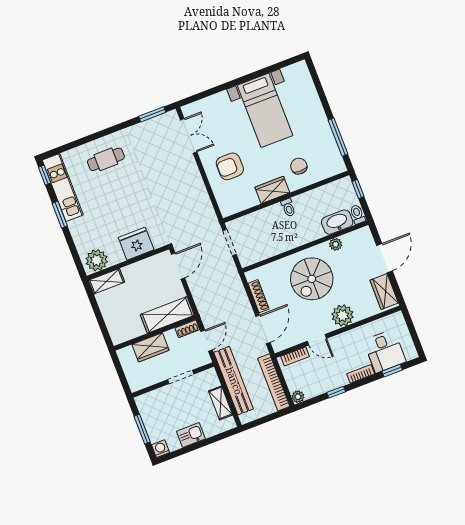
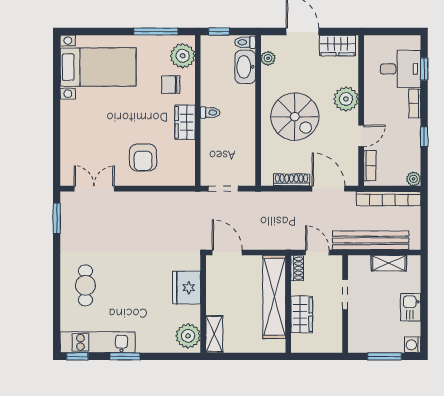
bed with nightstands: (265, 110) -> (98, 67), moved
plant: (326, 167) -> (183, 56), added
plant: (336, 244) -> (268, 58), moved
shelving: (167, 315) -> (274, 297), width x1.47

